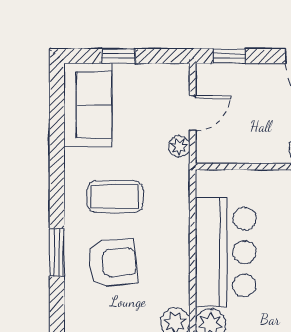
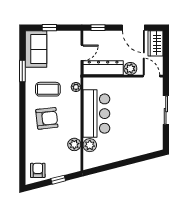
plant: (179, 146) -> (76, 87), moved
dresser: (241, 148) -> (103, 68), added
window: (57, 253) -> (22, 71), moved

